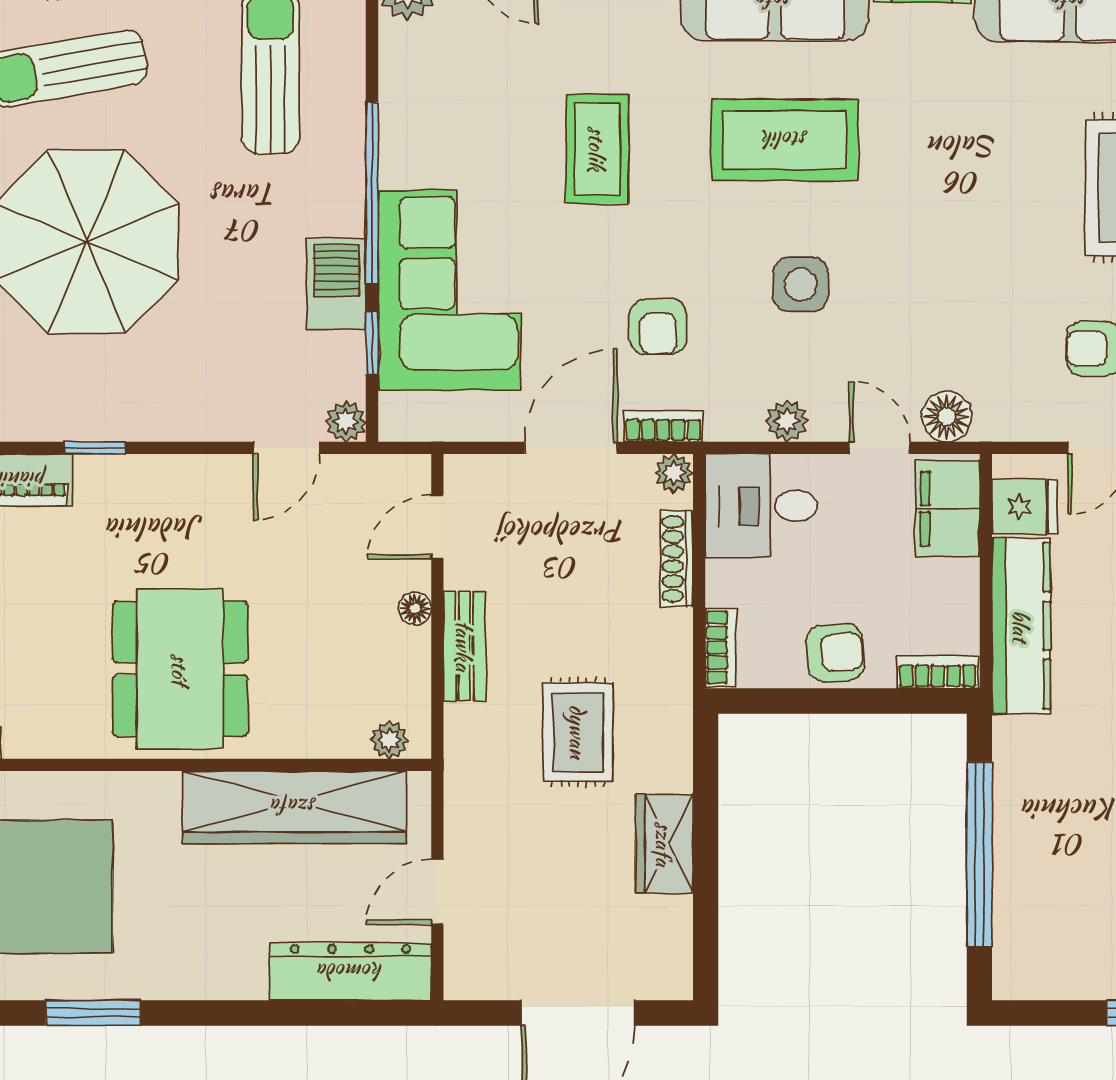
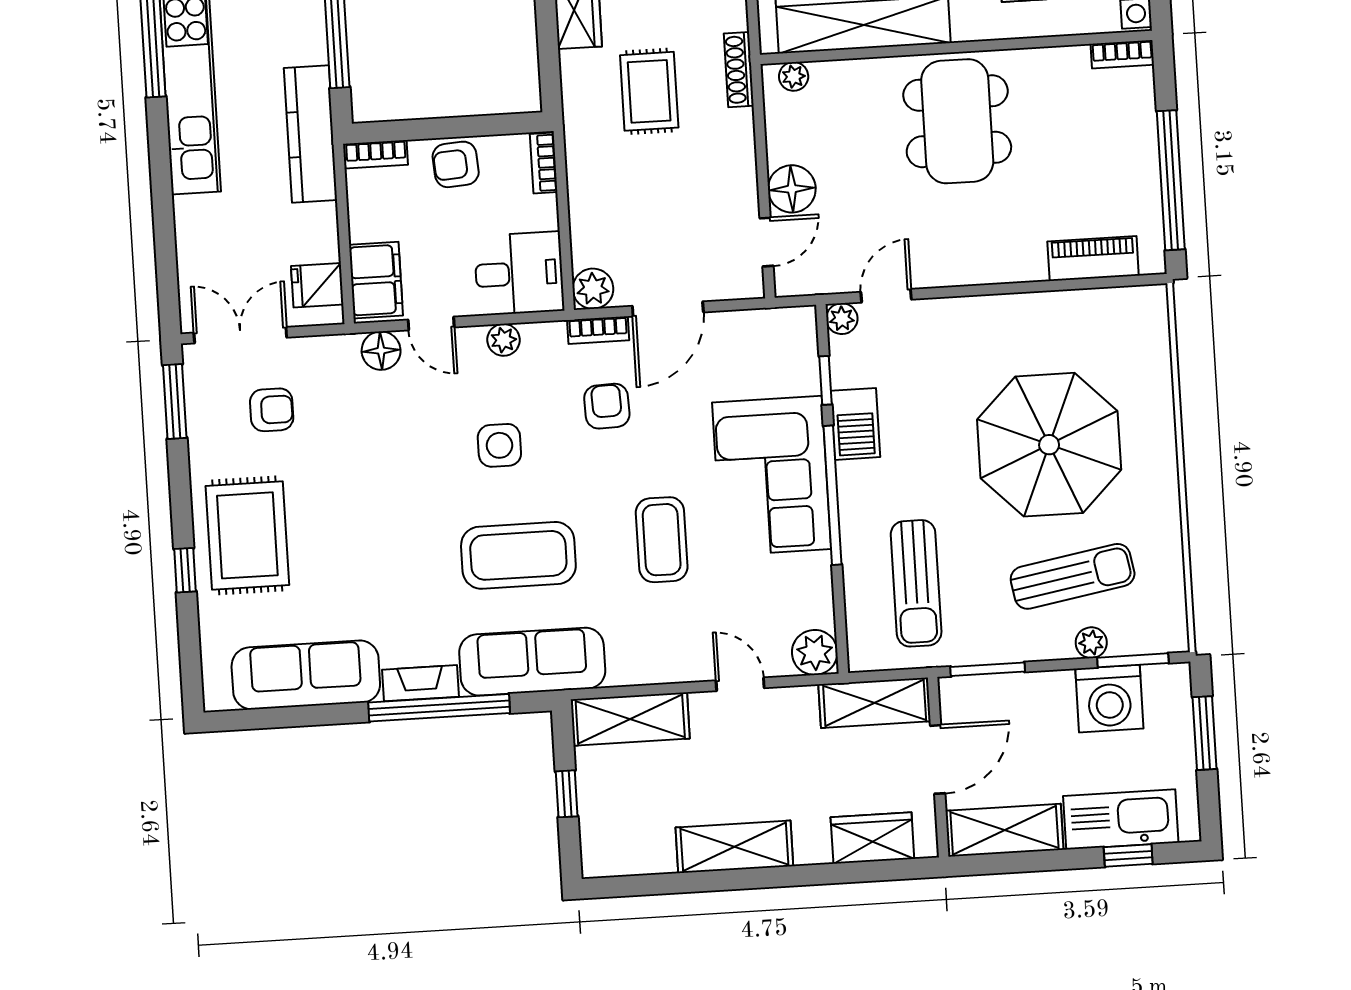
corner sofa: (449, 290) -> (772, 476), moved
window: (94, 448) -> (1033, 287), removed
plant: (674, 473) -> (593, 289), width x1.38, depth x1.38
shoe rack: (677, 559) -> (739, 70), moved, turned 180
floor lamp: (415, 609) -> (792, 189), width x1.89, depth x1.89
kitchen counter: (1021, 626) -> (310, 134), moved
bench: (464, 646) -> (740, 152), removed

